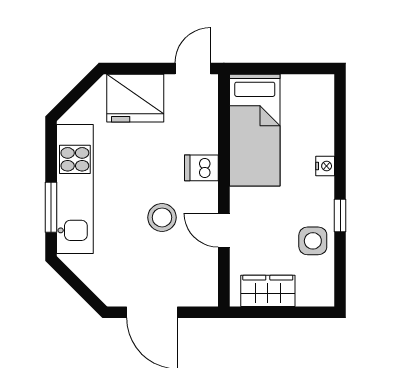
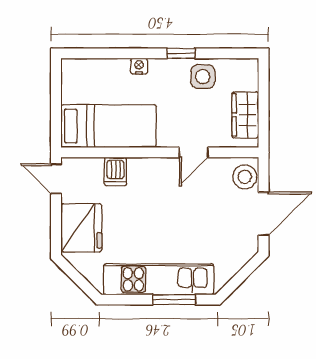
dishwasher: (201, 168) -> (116, 171), moved
stool: (162, 217) -> (245, 177), moved

